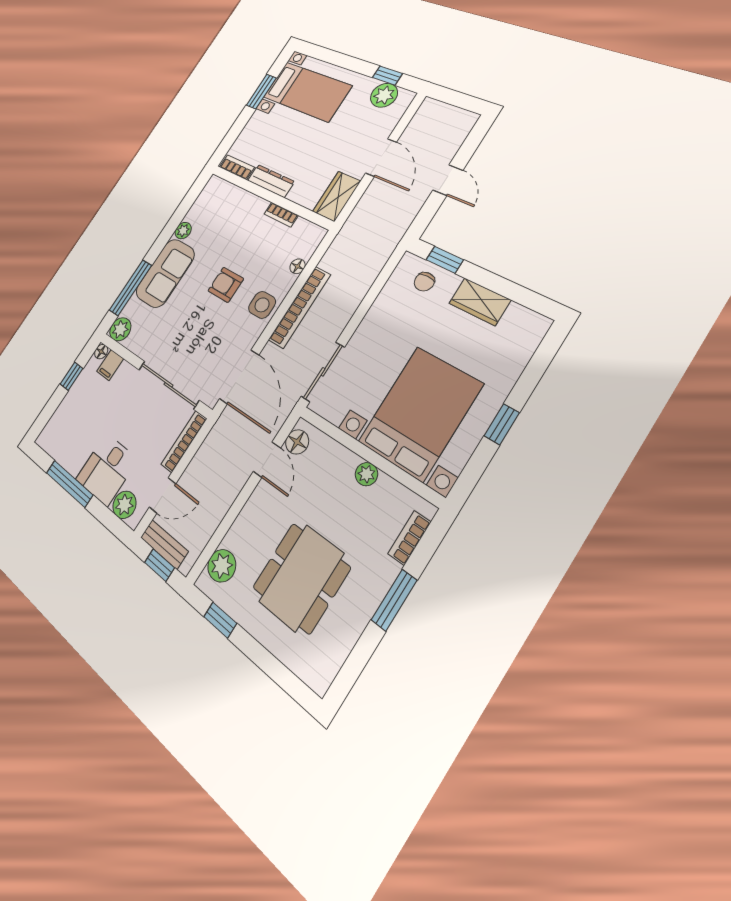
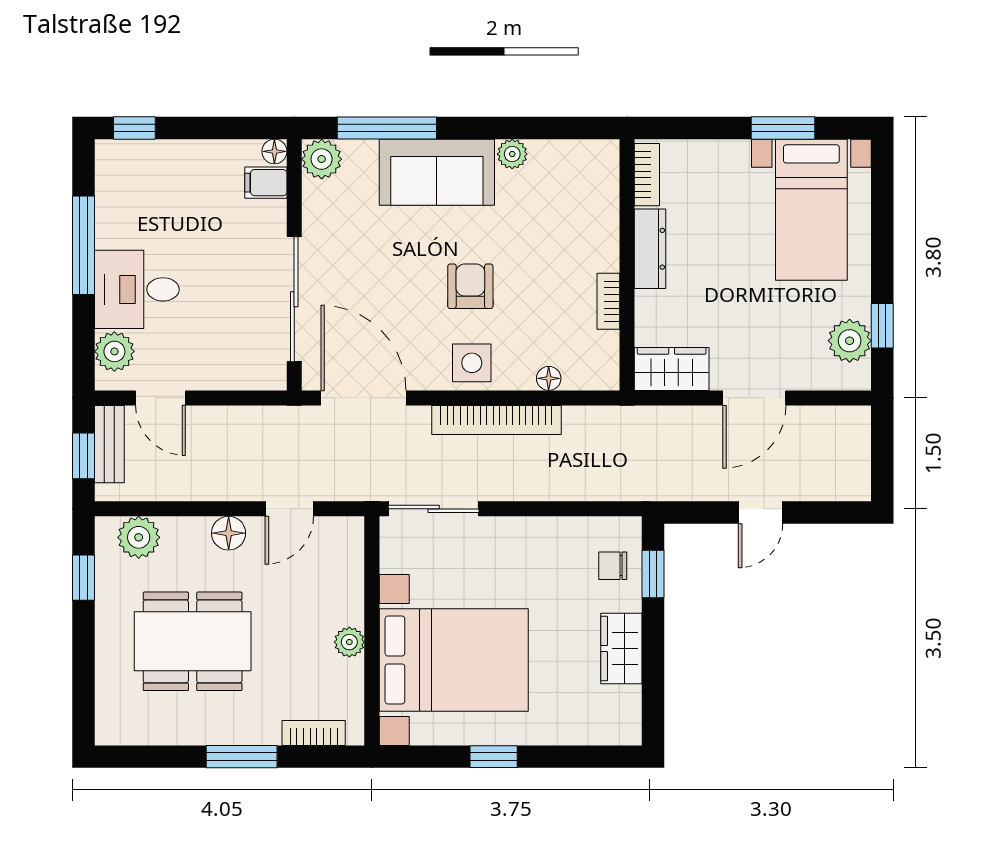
window: (71, 376) -> (134, 128), moved
door: (239, 377) -> (364, 398), swing flipped
bookcase: (184, 442) -> (240, 379), removed
floor lamp: (297, 442) -> (229, 533), moved

